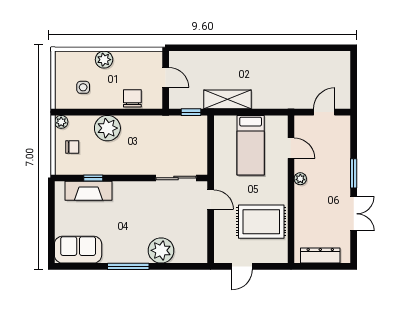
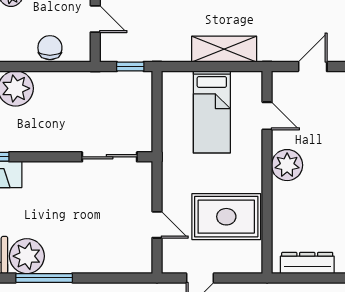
shelving: (227, 99) -> (224, 49), moved
plant: (300, 179) -> (287, 165), width x1.88, depth x1.88
door: (211, 200) -> (157, 225), moved
plant: (161, 250) -> (27, 256), moved

